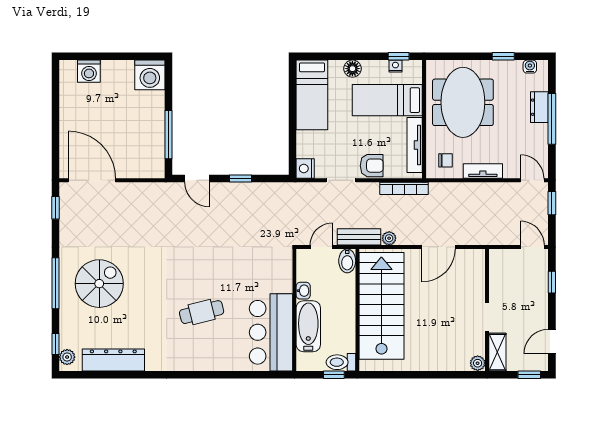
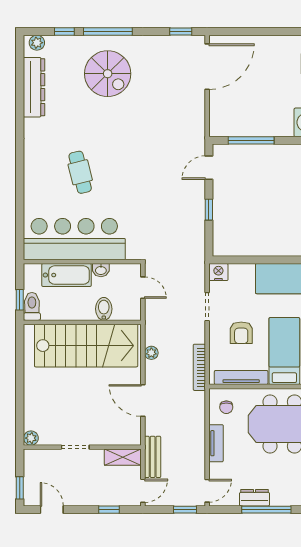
dresser: (539, 107) -> (254, 498), moved
armchair: (372, 166) -> (241, 333), moved
bench: (359, 237) -> (153, 457), moved
bidet: (347, 261) -> (104, 309), moved, turned 90
bar counter: (271, 332) -> (74, 239), width x1.36
window: (55, 344) -> (64, 32), moved
shelving: (497, 352) -> (123, 457), moved

